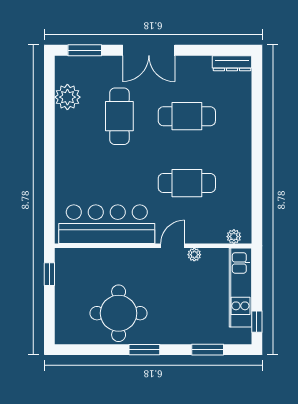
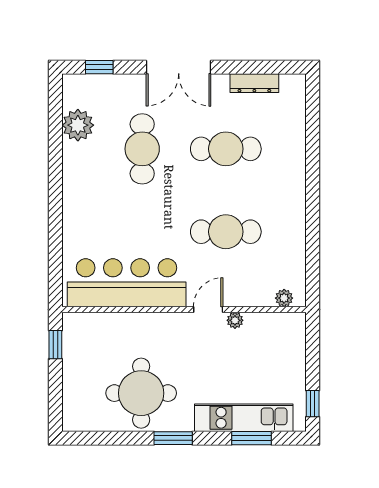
window: (85, 50) -> (99, 67), width x0.67
dresser: (232, 63) -> (254, 83), moved
kitchen unit: (240, 288) -> (244, 418), moved, turned 90

